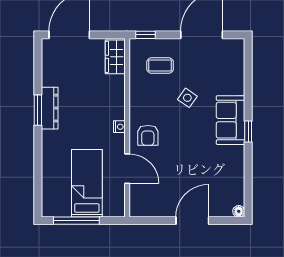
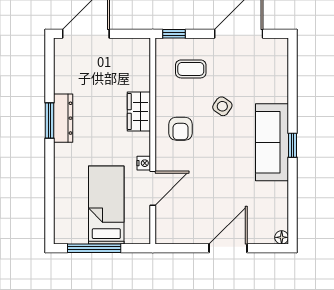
wardrobe: (115, 57) -> (139, 111), moved
sofa: (230, 120) -> (272, 142), width x1.36
nightstand: (119, 127) -> (144, 163), moved
armchair: (148, 135) -> (180, 129), moved
door: (127, 169) -> (153, 188), hinge flipped

